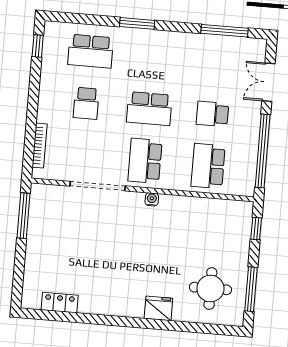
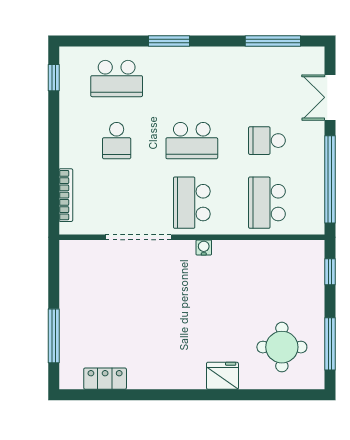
window: (23, 216) -> (54, 336), moved

